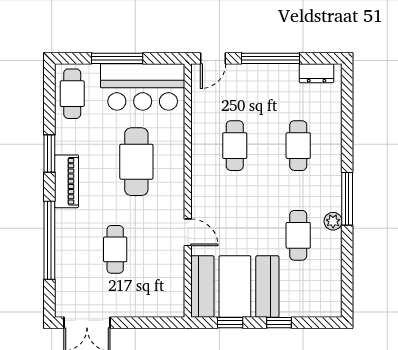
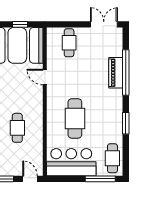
window: (117, 58) -> (100, 179), moved
door: (213, 58) -> (30, 179), hinge flipped
piano: (67, 181) -> (116, 73), moved
cafe table: (115, 249) -> (69, 43), moved

